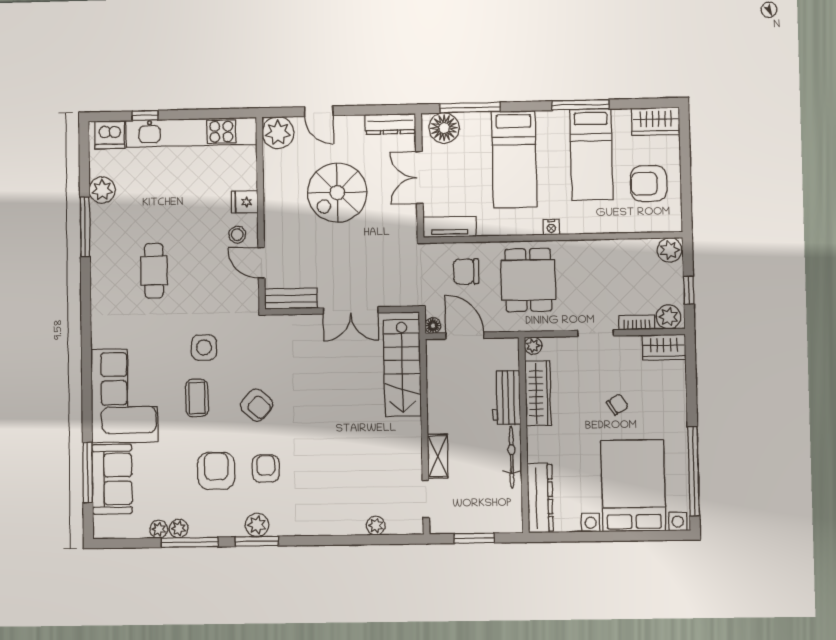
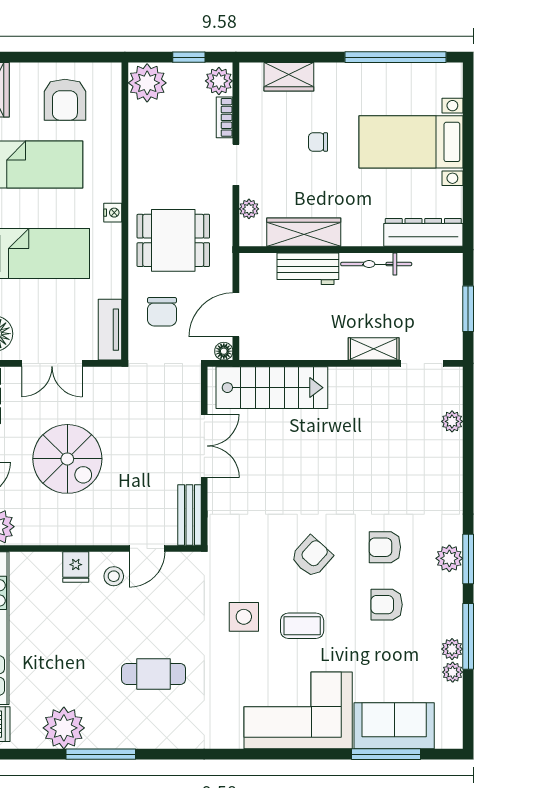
plant: (102, 190) -> (64, 728), width x1.36, depth x1.36
plant: (670, 250) -> (147, 83), width x1.36, depth x1.36
plant: (533, 346) -> (249, 209), moved
wardrobe: (664, 347) -> (289, 77), moved, turned 90
chair: (617, 404) -> (318, 142), turned -58
armchair: (216, 471) -> (387, 605), width x0.72, depth x0.72
bed with nightstands: (633, 486) -> (411, 142), width x0.73

